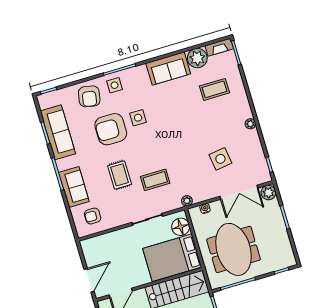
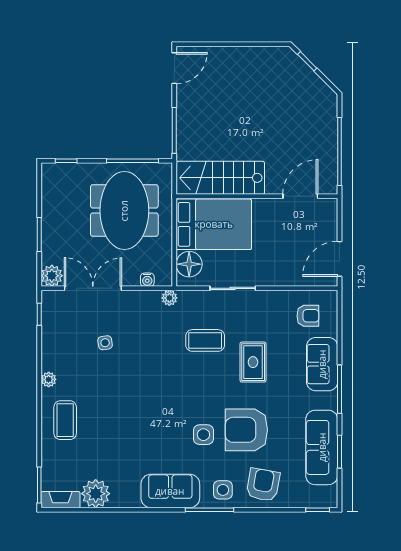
sofa: (168, 69) -> (170, 491), moved
coffee table: (215, 89) -> (65, 420), moved, turned 90
armchair: (111, 129) -> (246, 430), turned 180
side table: (220, 159) -> (105, 343), width x0.54, depth x0.54
door: (89, 280) -> (339, 259), moved

